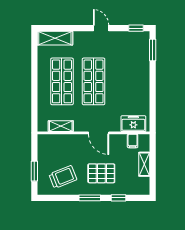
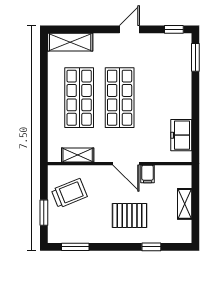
door: (101, 28) -> (129, 29), hinge flipped
freezer: (133, 124) -> (181, 135), moved, turned -90
filing cabinet: (133, 141) -> (148, 174), moved
trolley: (63, 177) -> (69, 193), moved
window: (90, 198) -> (75, 247), moved

